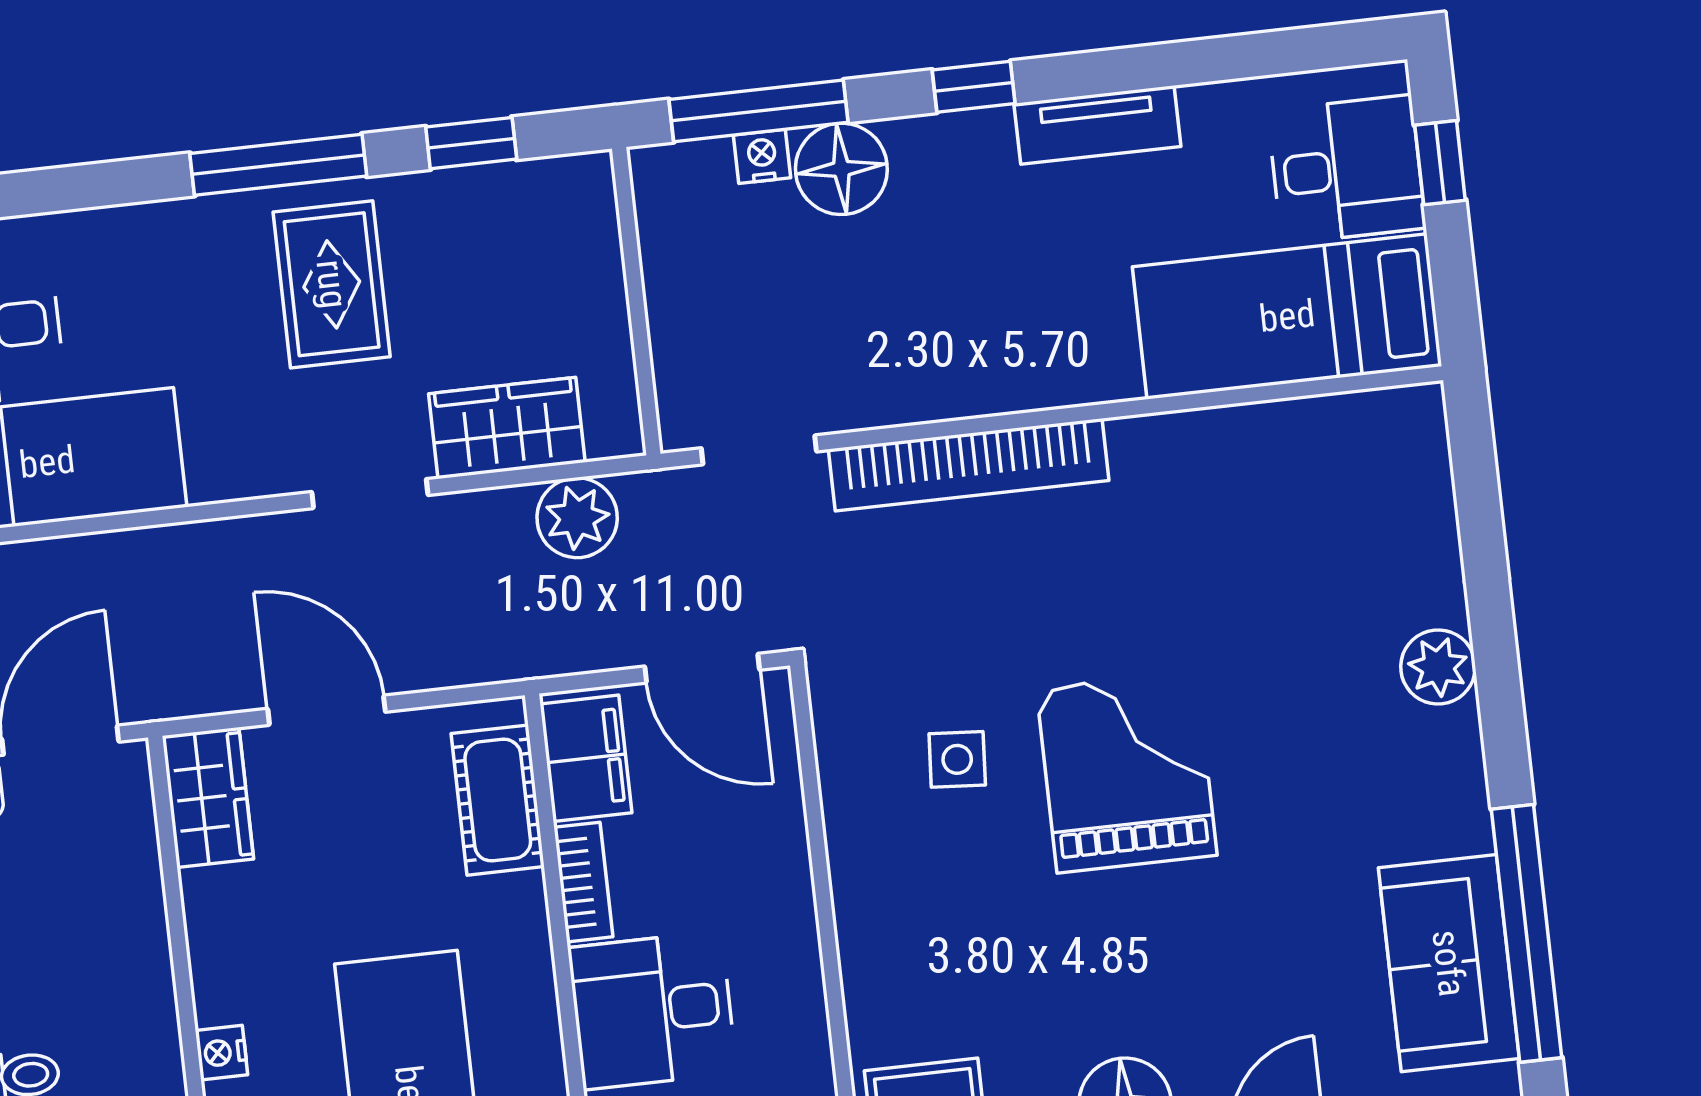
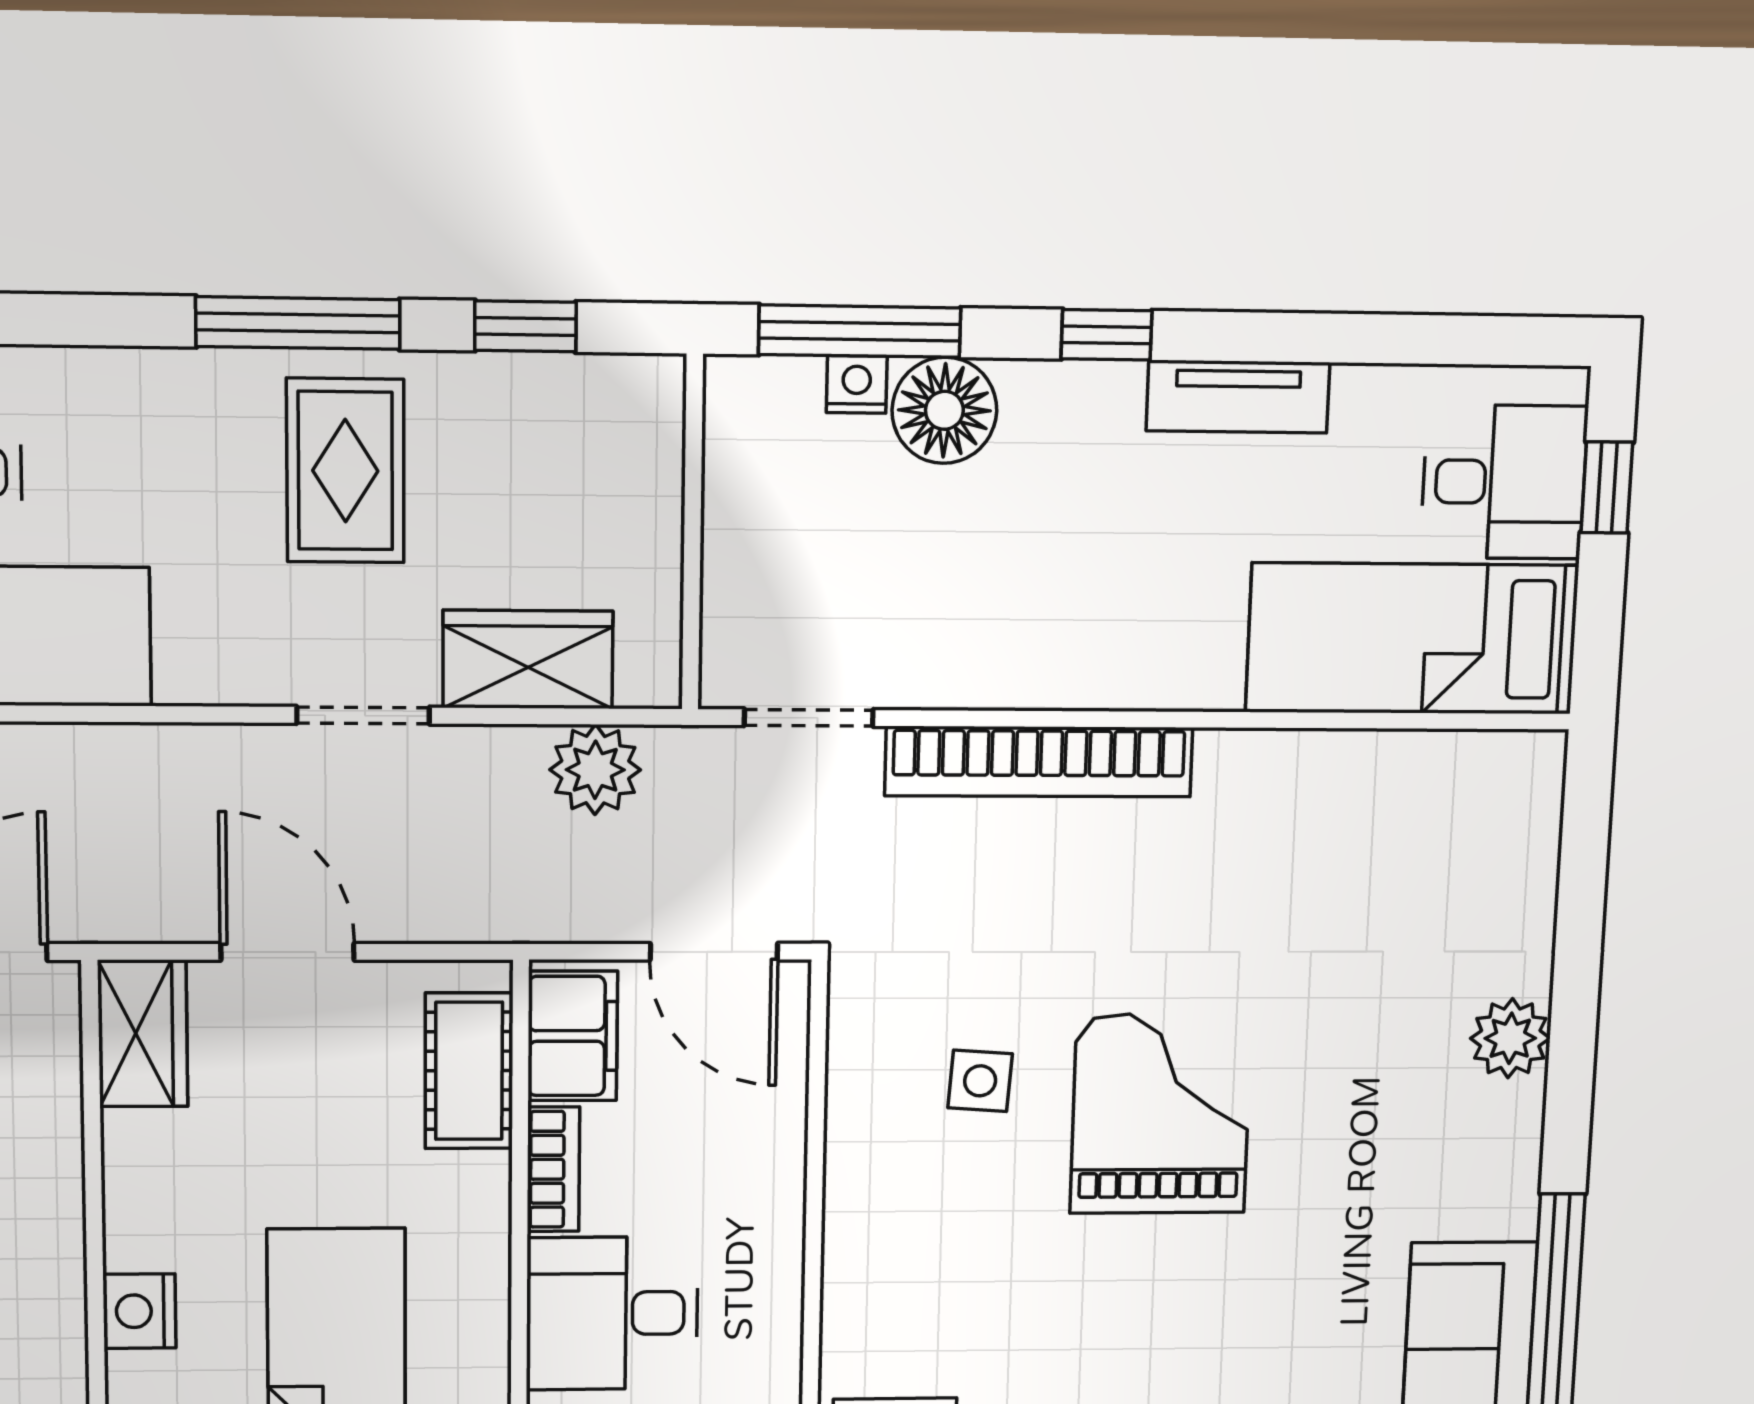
nightstand: (221, 1053) -> (140, 1311), width x1.39, depth x1.35

